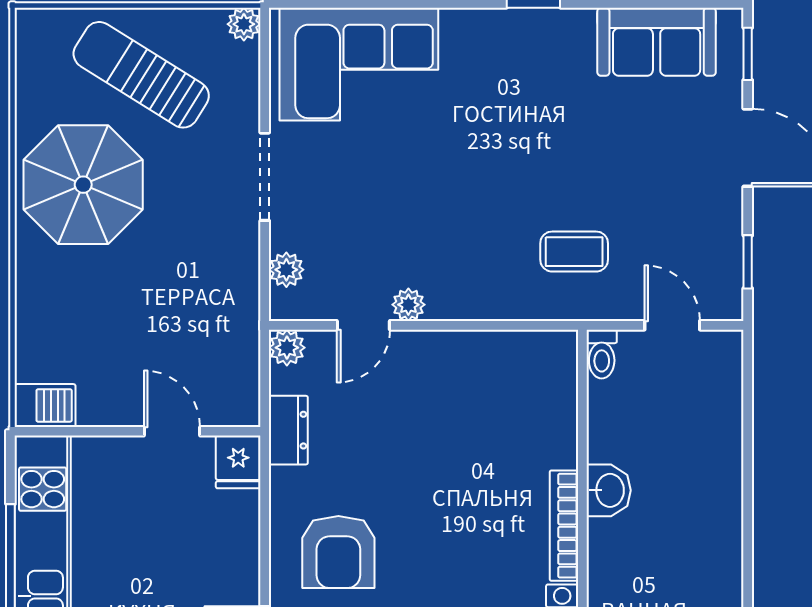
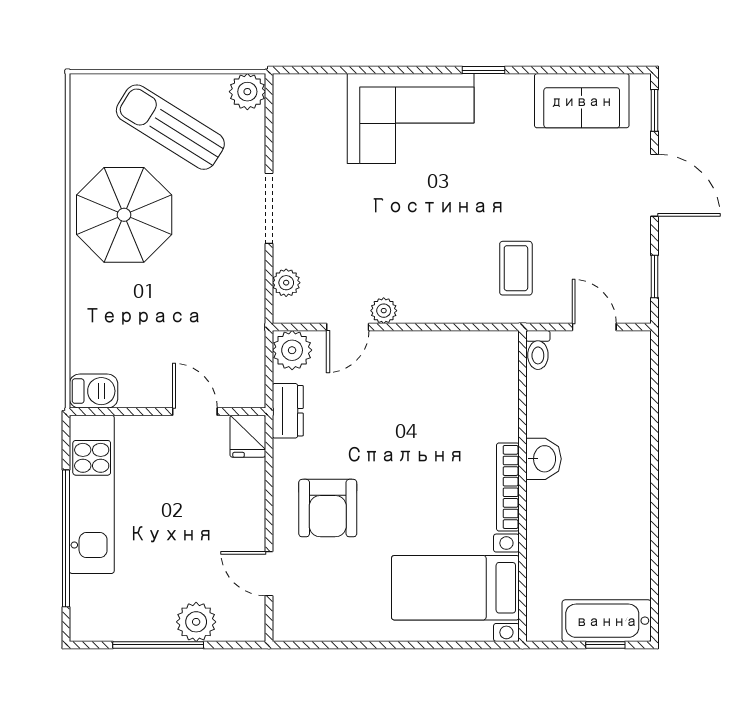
plant: (244, 24) -> (247, 92), width x1.38, depth x1.38
corner sofa: (359, 64) -> (411, 119), moved
coffee table: (574, 252) -> (516, 268), turned 90
plant: (287, 348) -> (292, 350), width x1.38, depth x1.38

